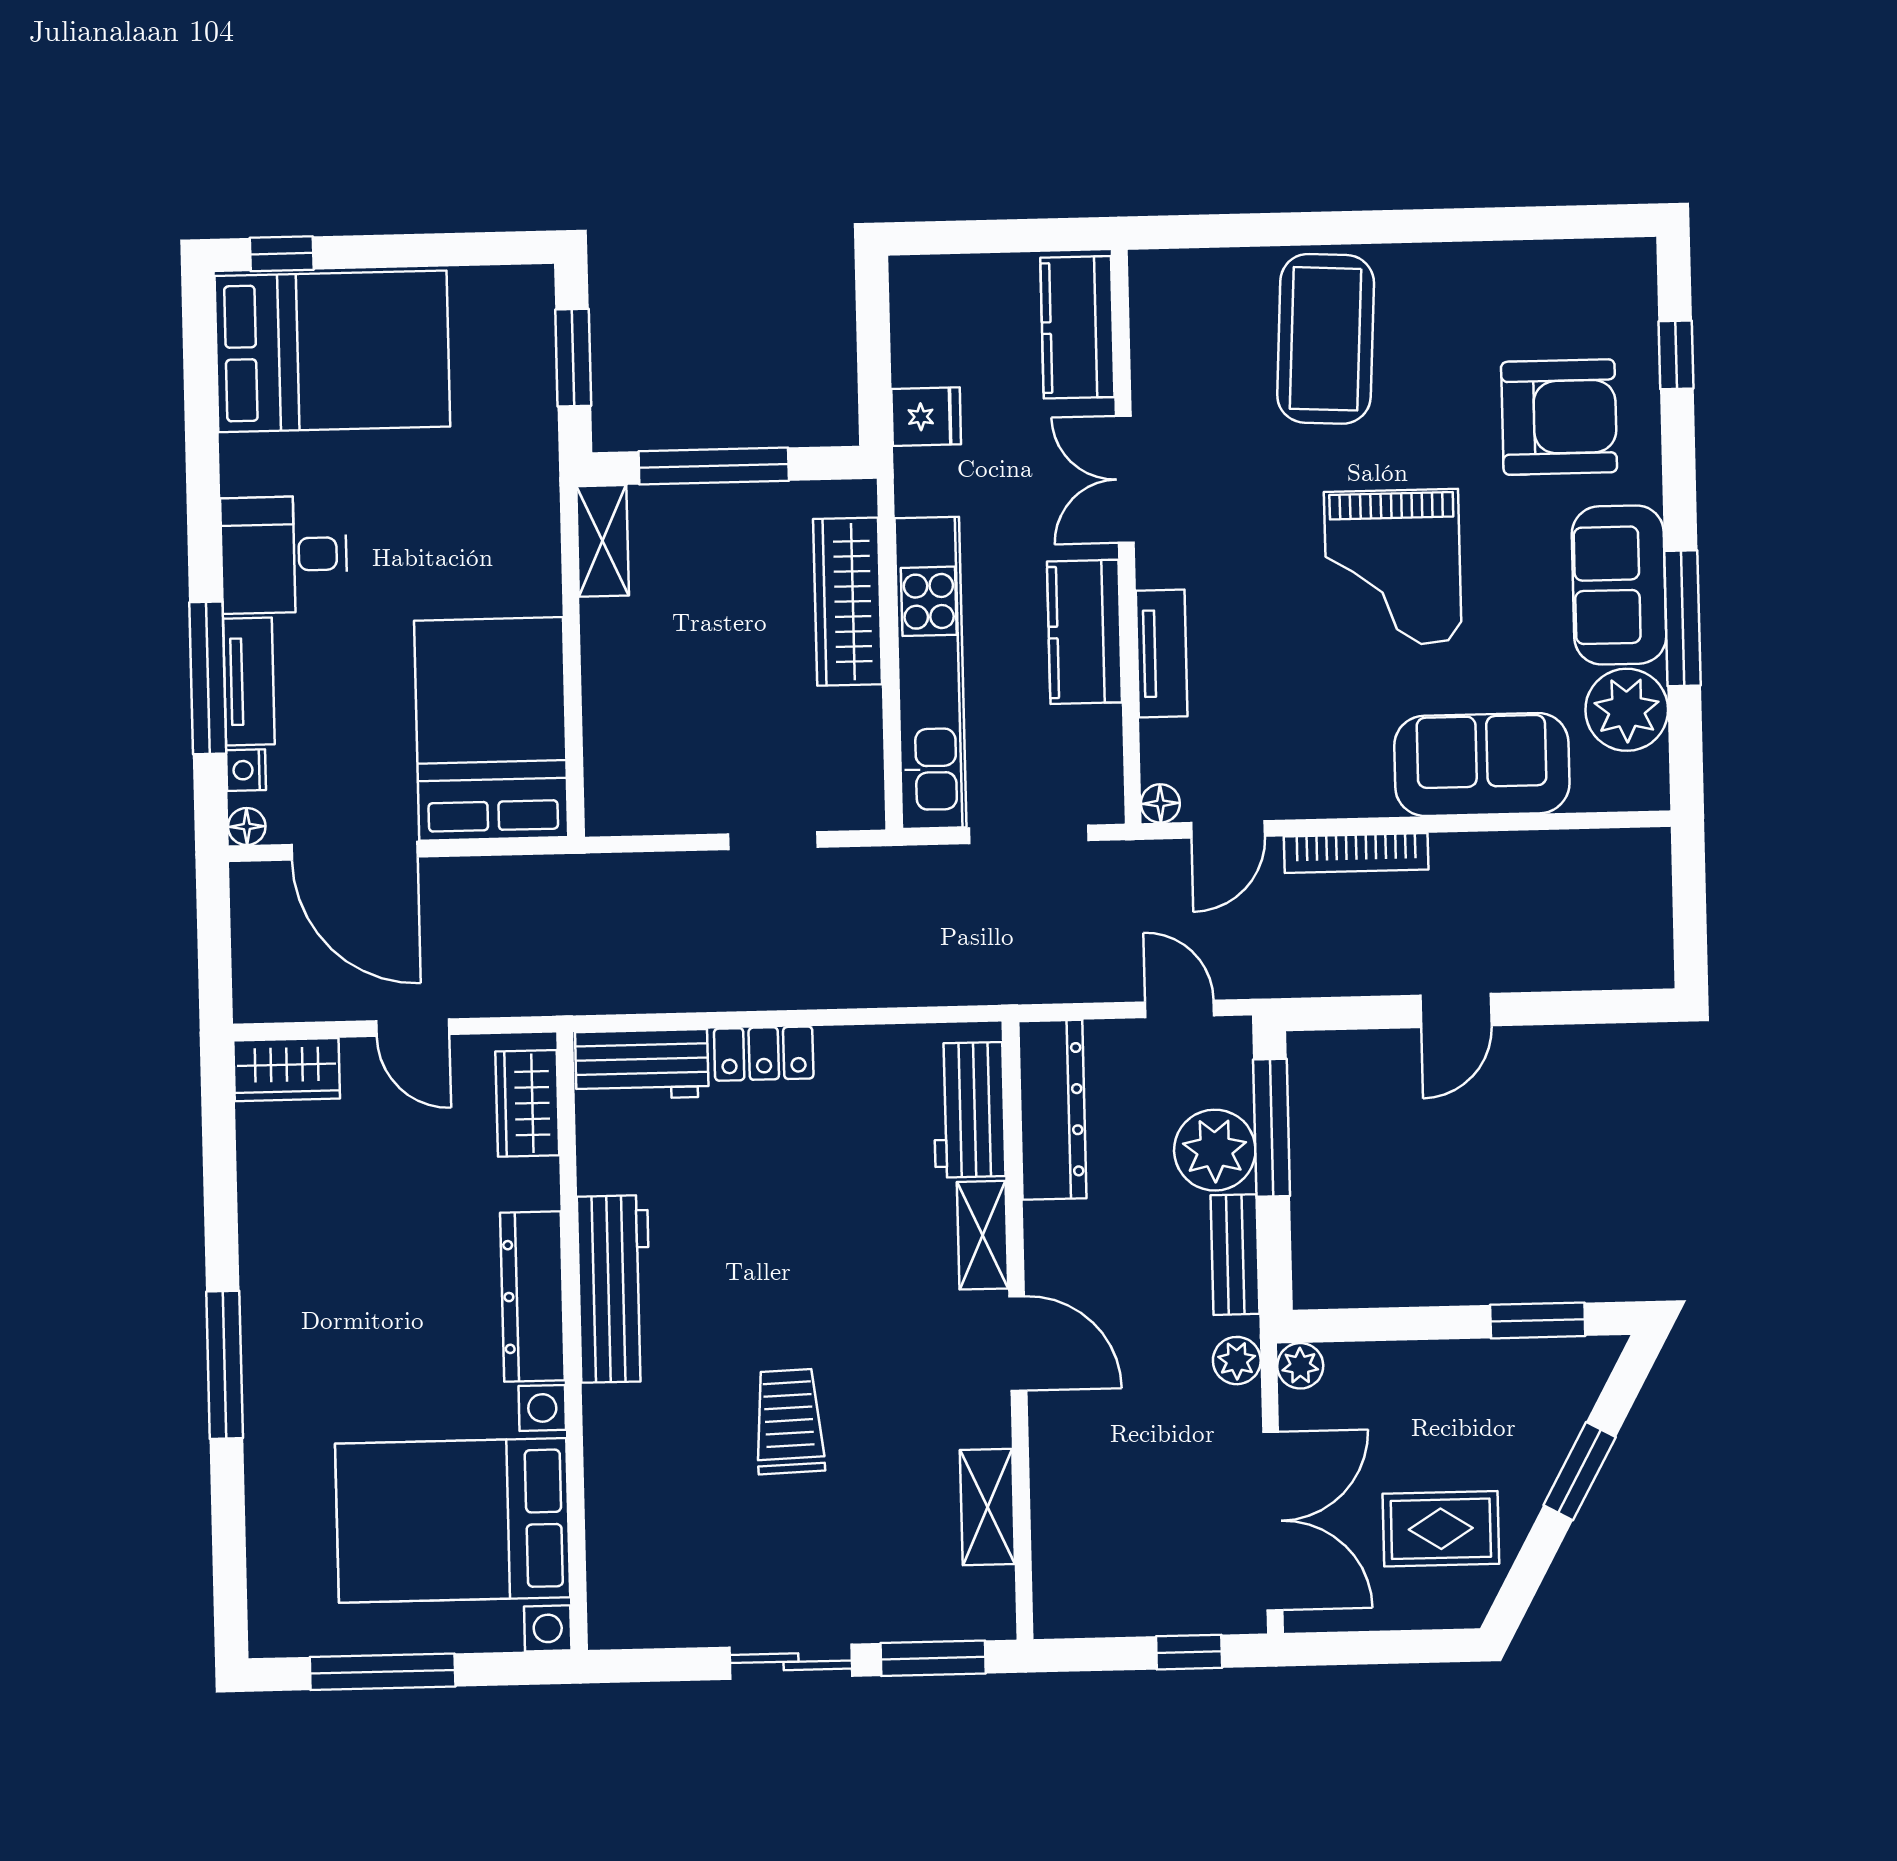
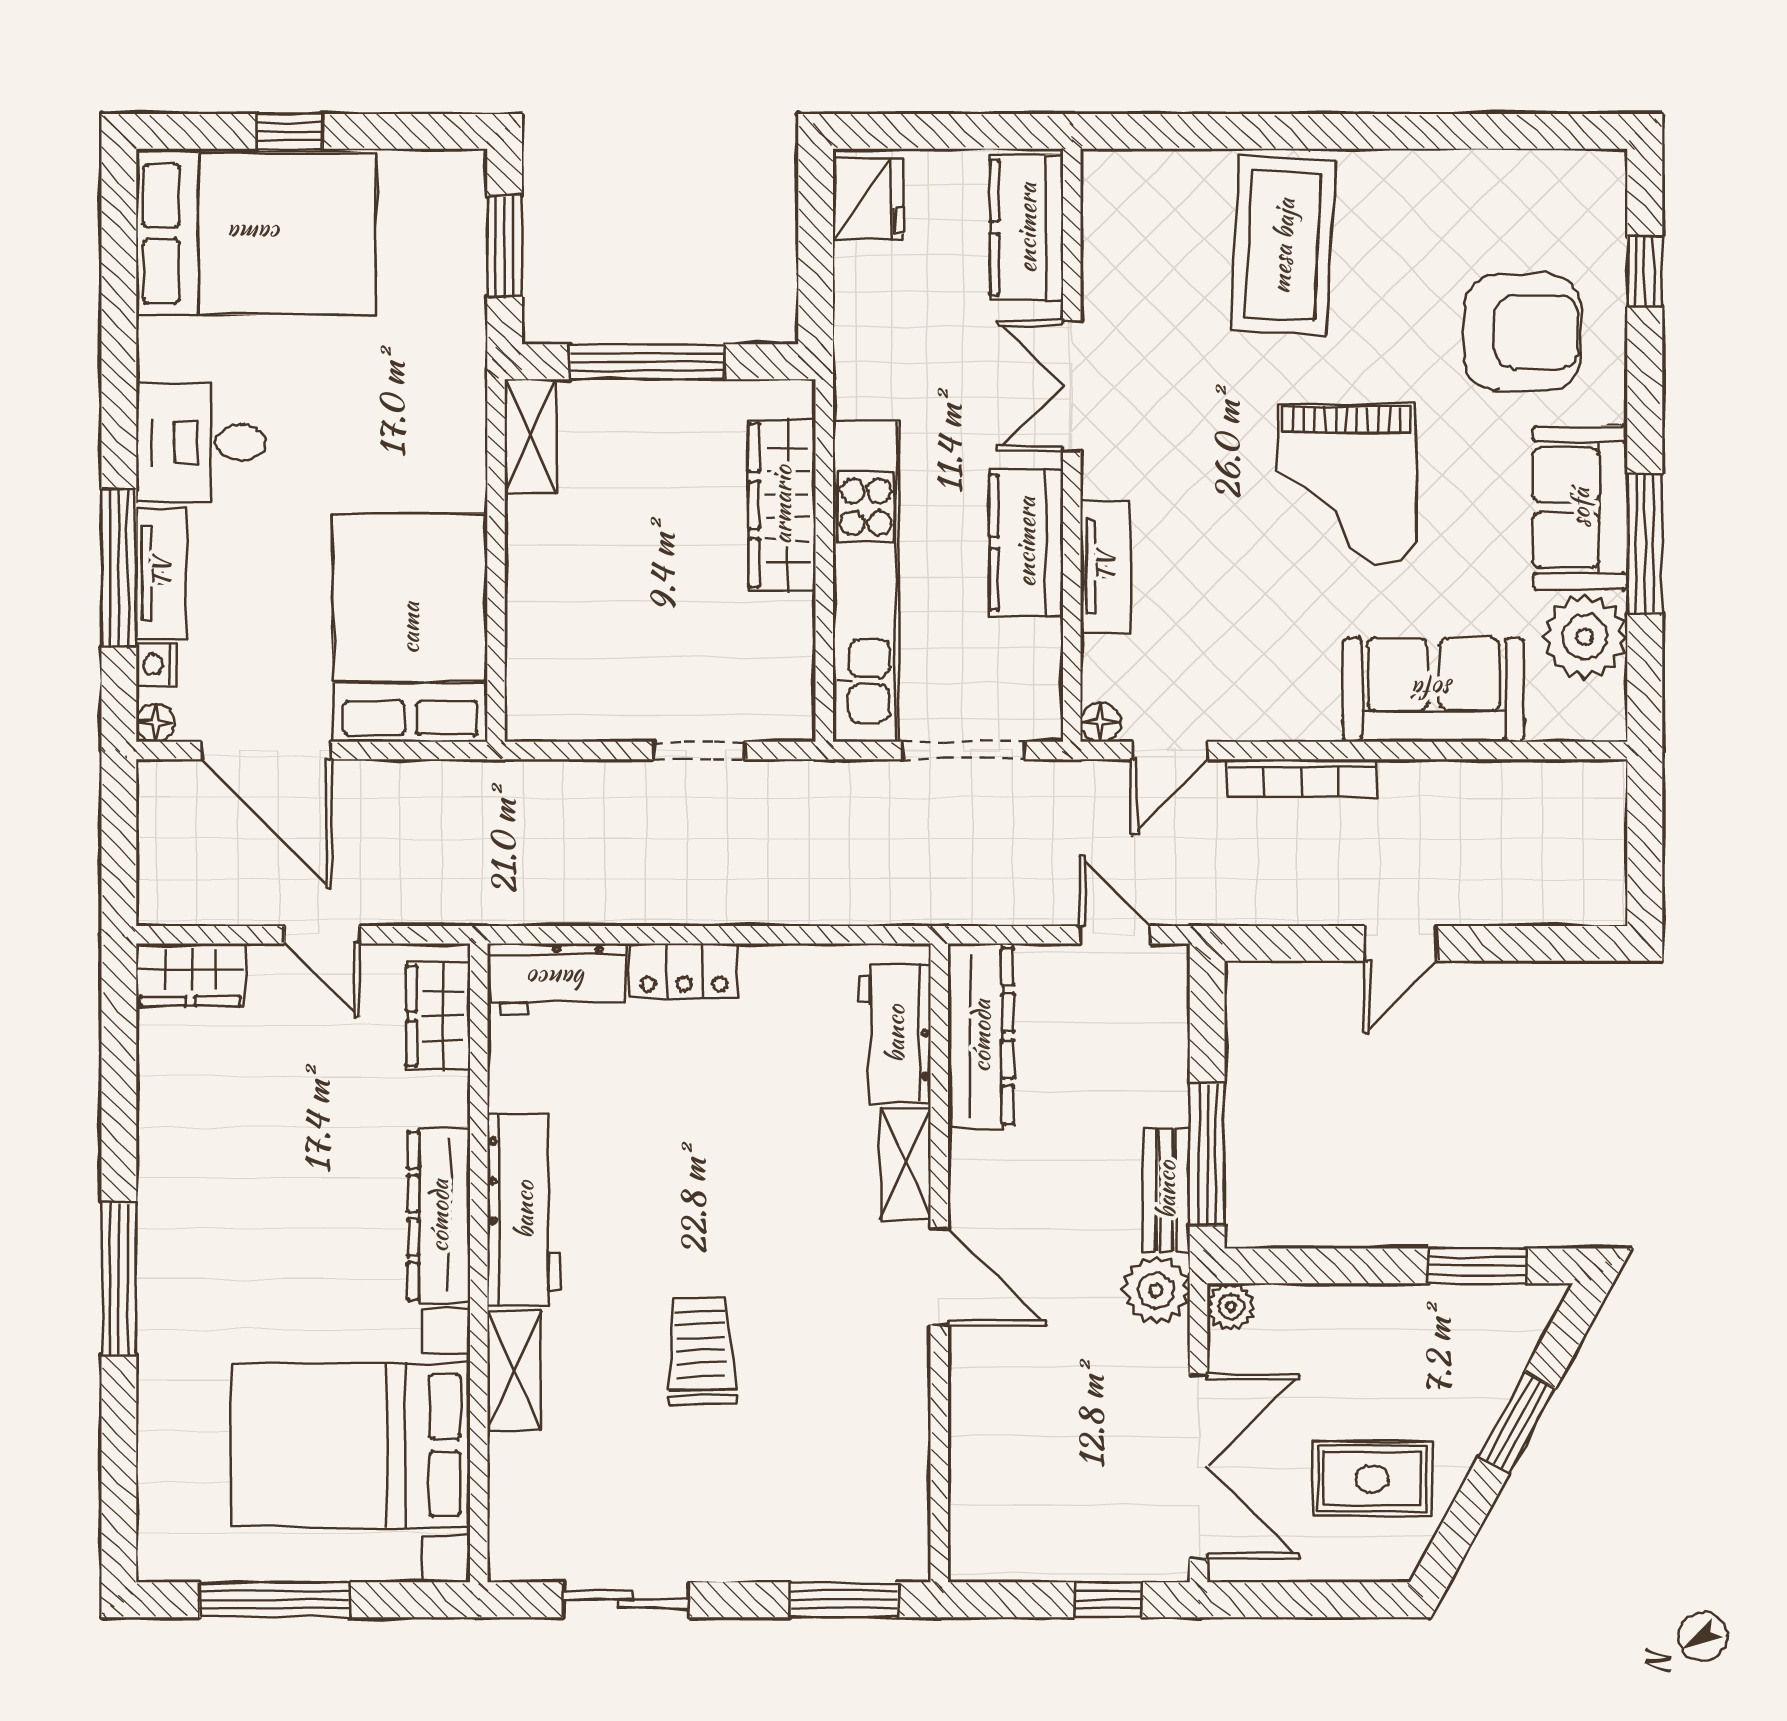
window: (282, 254) -> (290, 131), moved
fridge: (926, 417) -> (868, 199), moved, width x1.38
window: (1272, 1128) -> (1207, 1154), moved
plant: (1215, 1150) -> (1148, 1082), removed
plant: (1237, 1361) -> (1156, 1290), width x1.38, depth x1.38
shelving: (987, 1507) -> (514, 1371), moved
sliding door: (791, 1662) -> (626, 1600), moved

